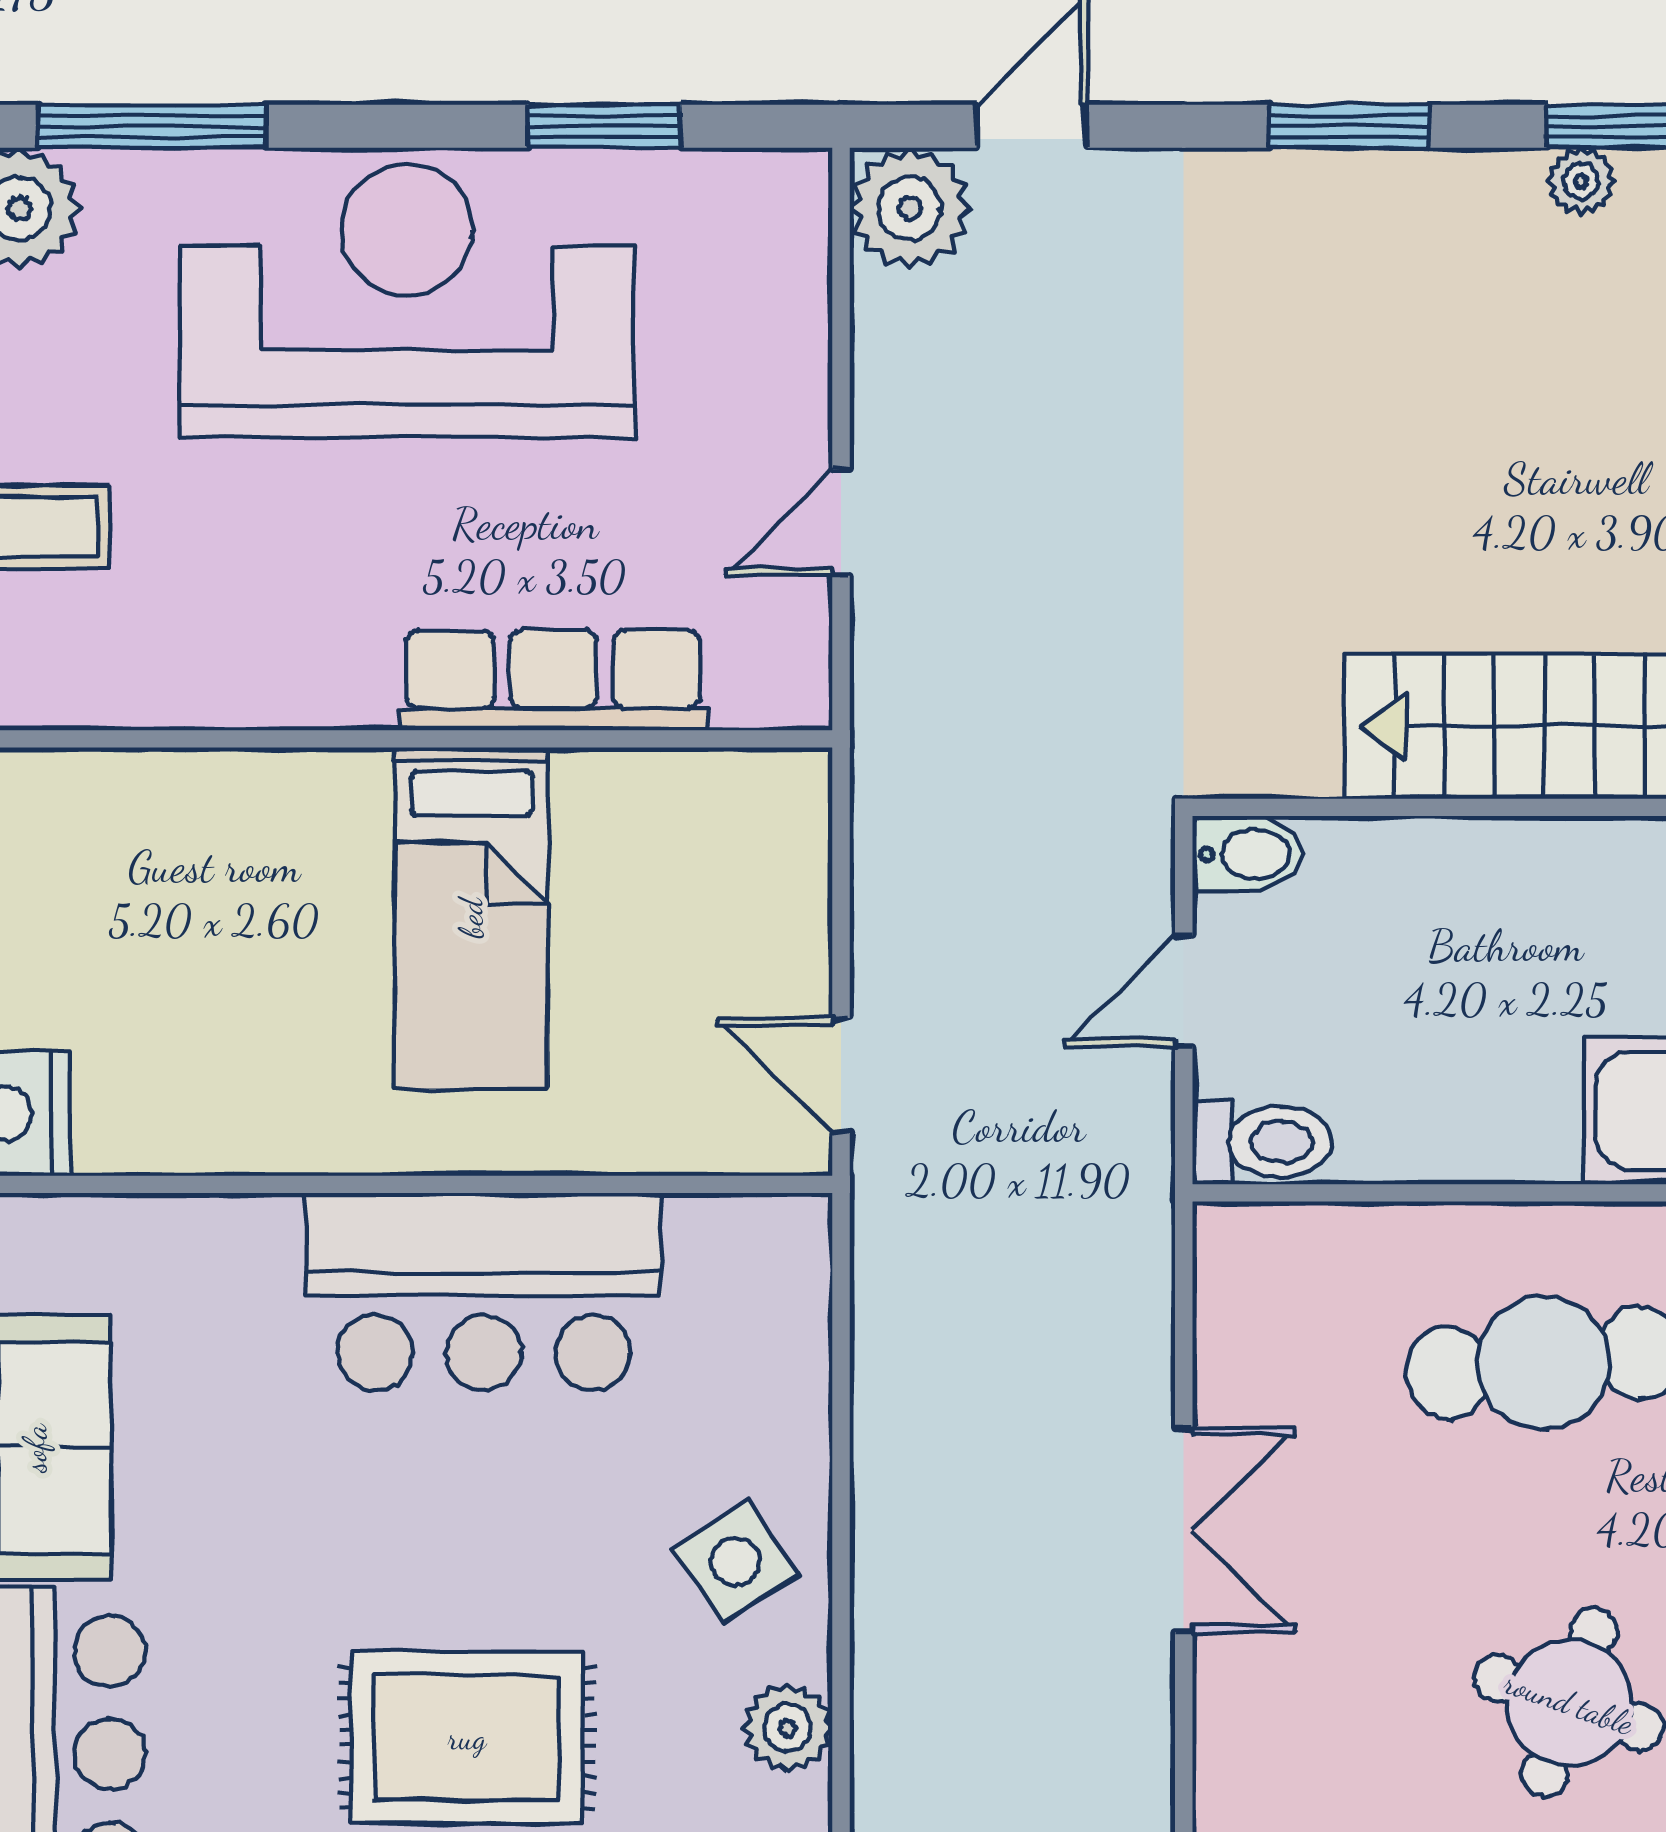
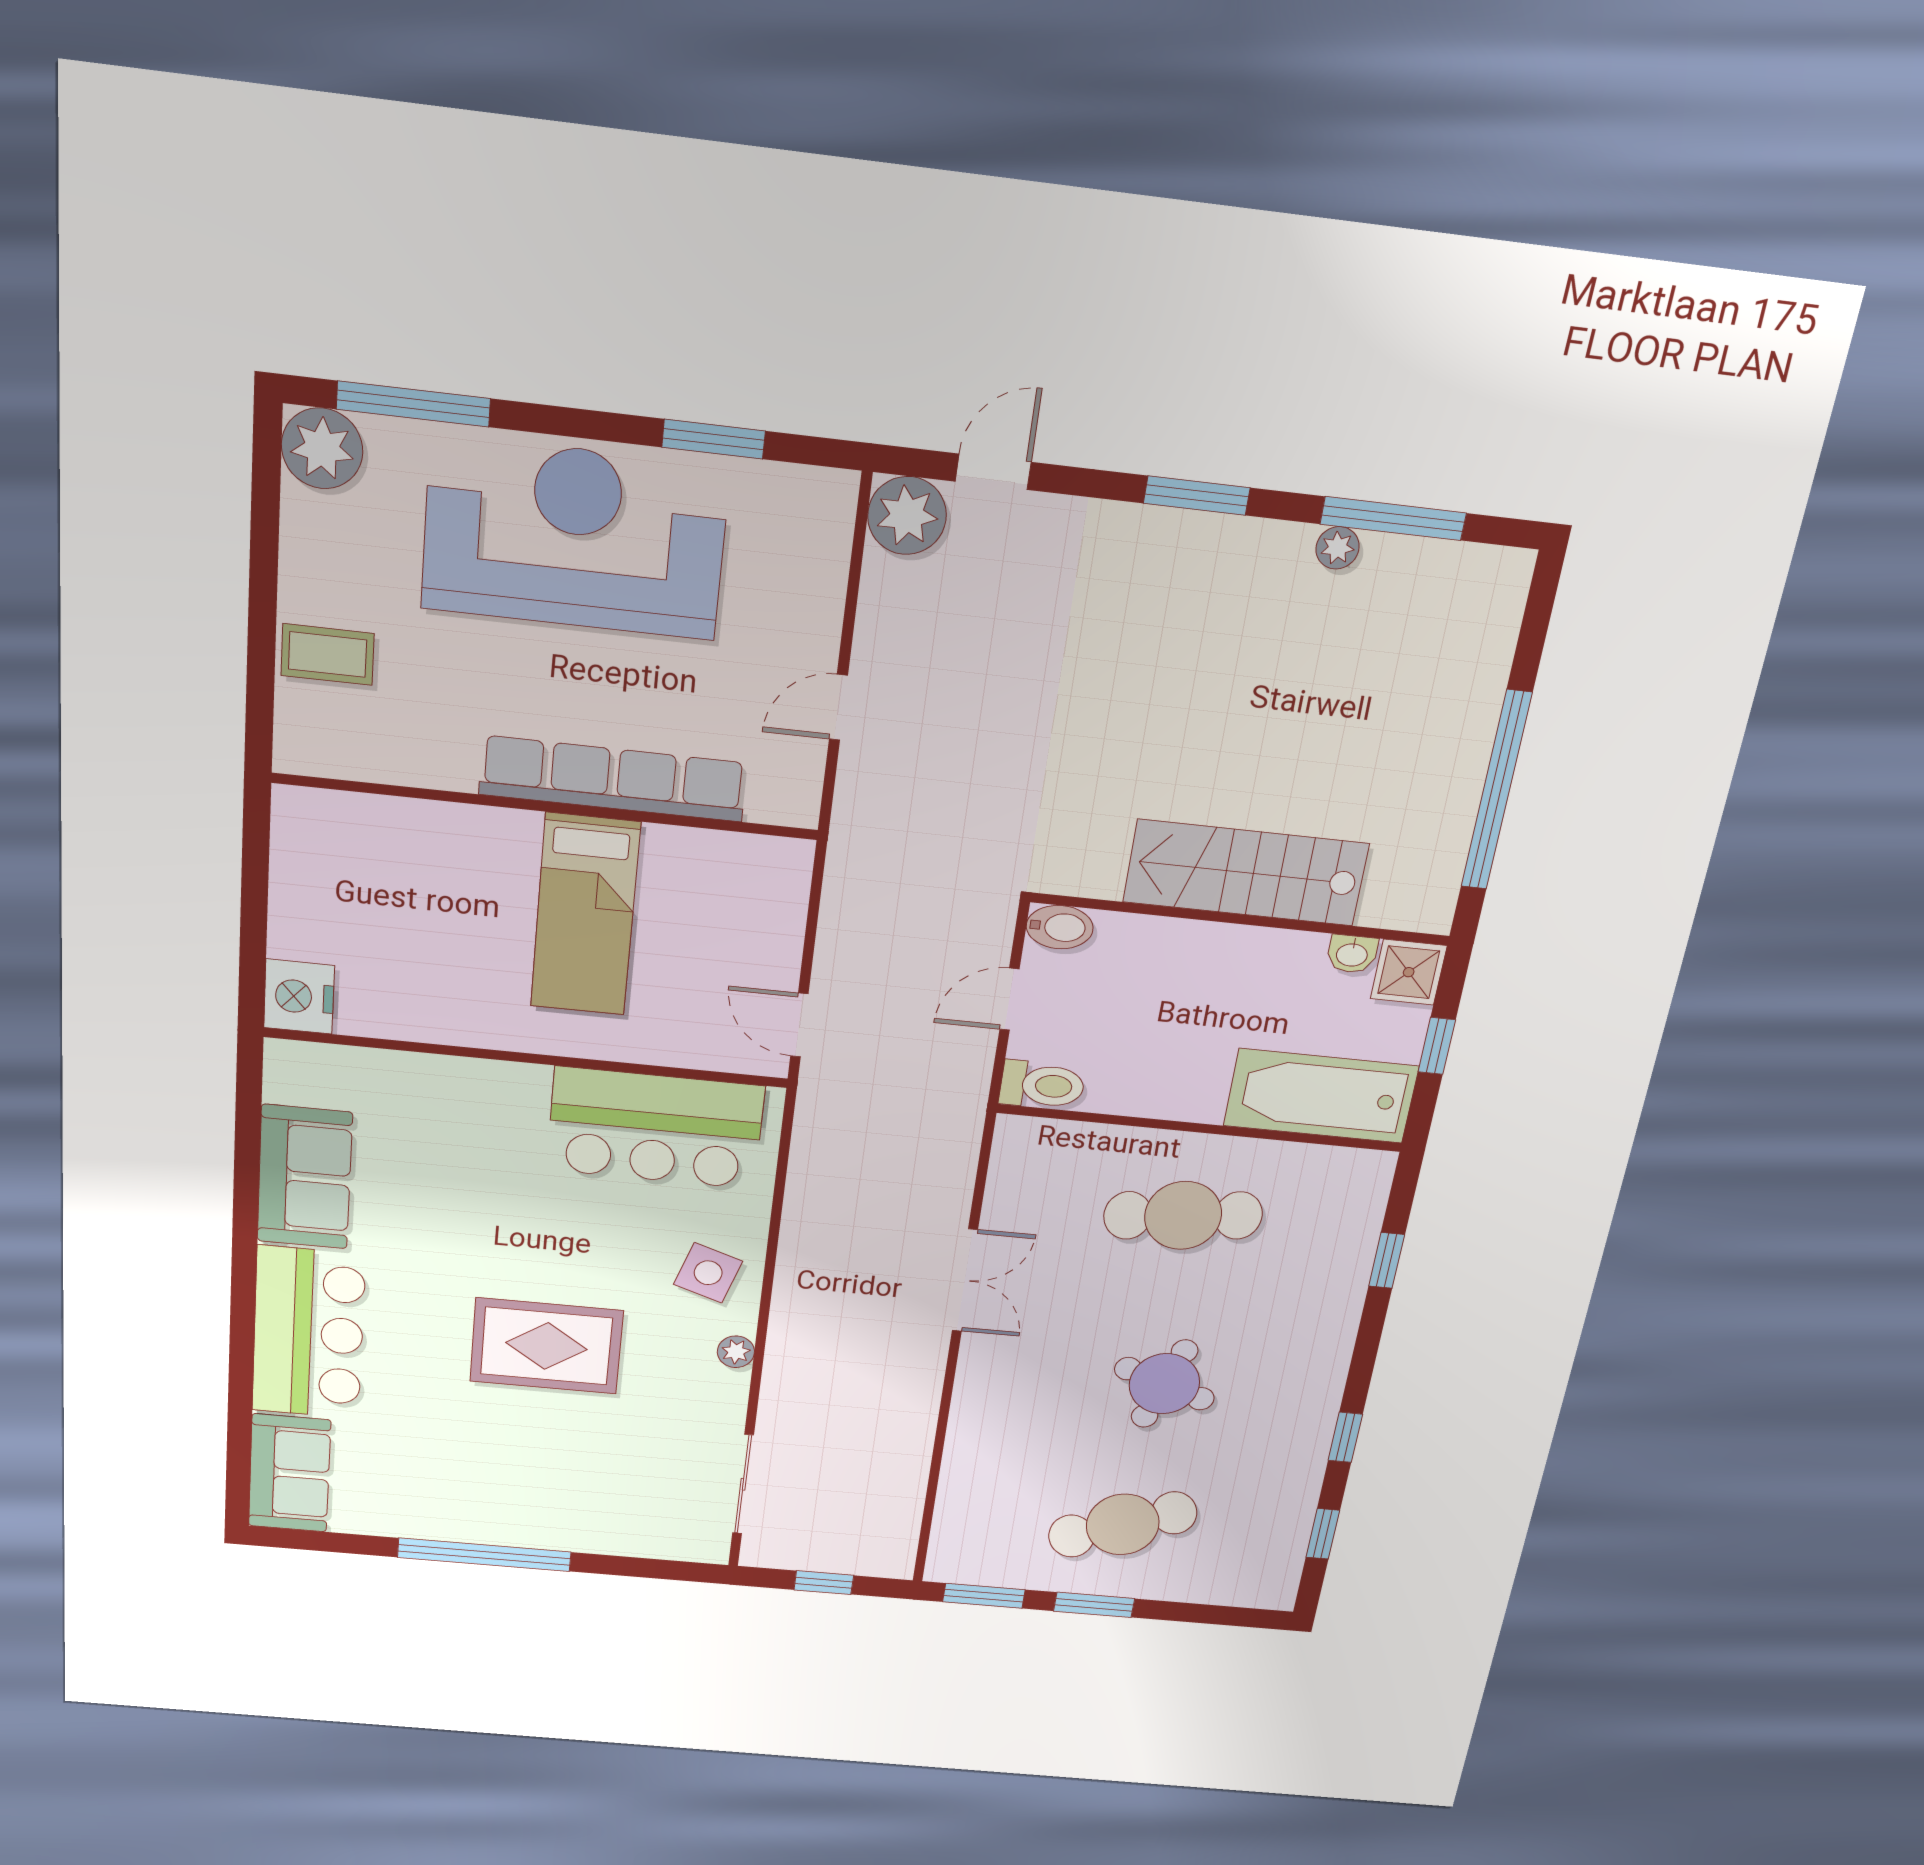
row of seats: (554, 680) -> (613, 779), width x1.36
bar counter: (484, 1292) -> (655, 1128), moved
side table: (736, 1562) -> (708, 1273), turned -38
plant: (788, 1727) -> (736, 1352), width x0.73, depth x0.73

